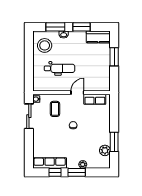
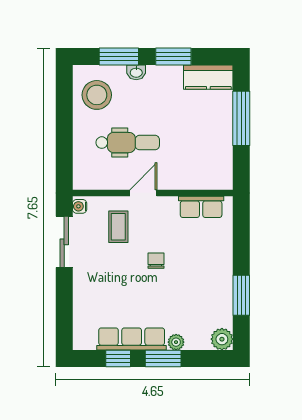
window: (114, 57) -> (241, 118), width x1.44
door: (77, 93) -> (143, 193), moved
plant: (105, 150) -> (222, 339), moved
row of seats: (50, 163) -> (132, 339), moved

